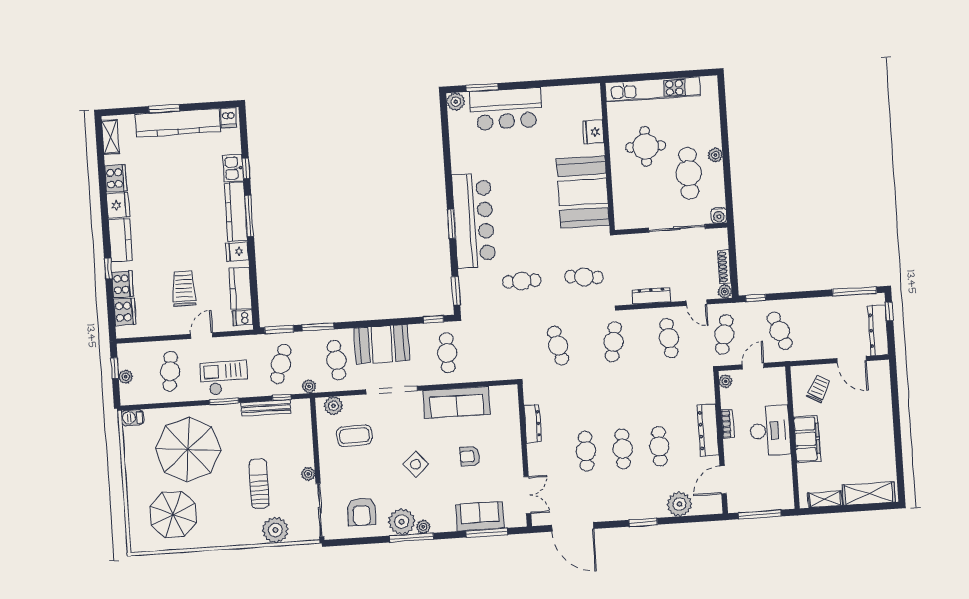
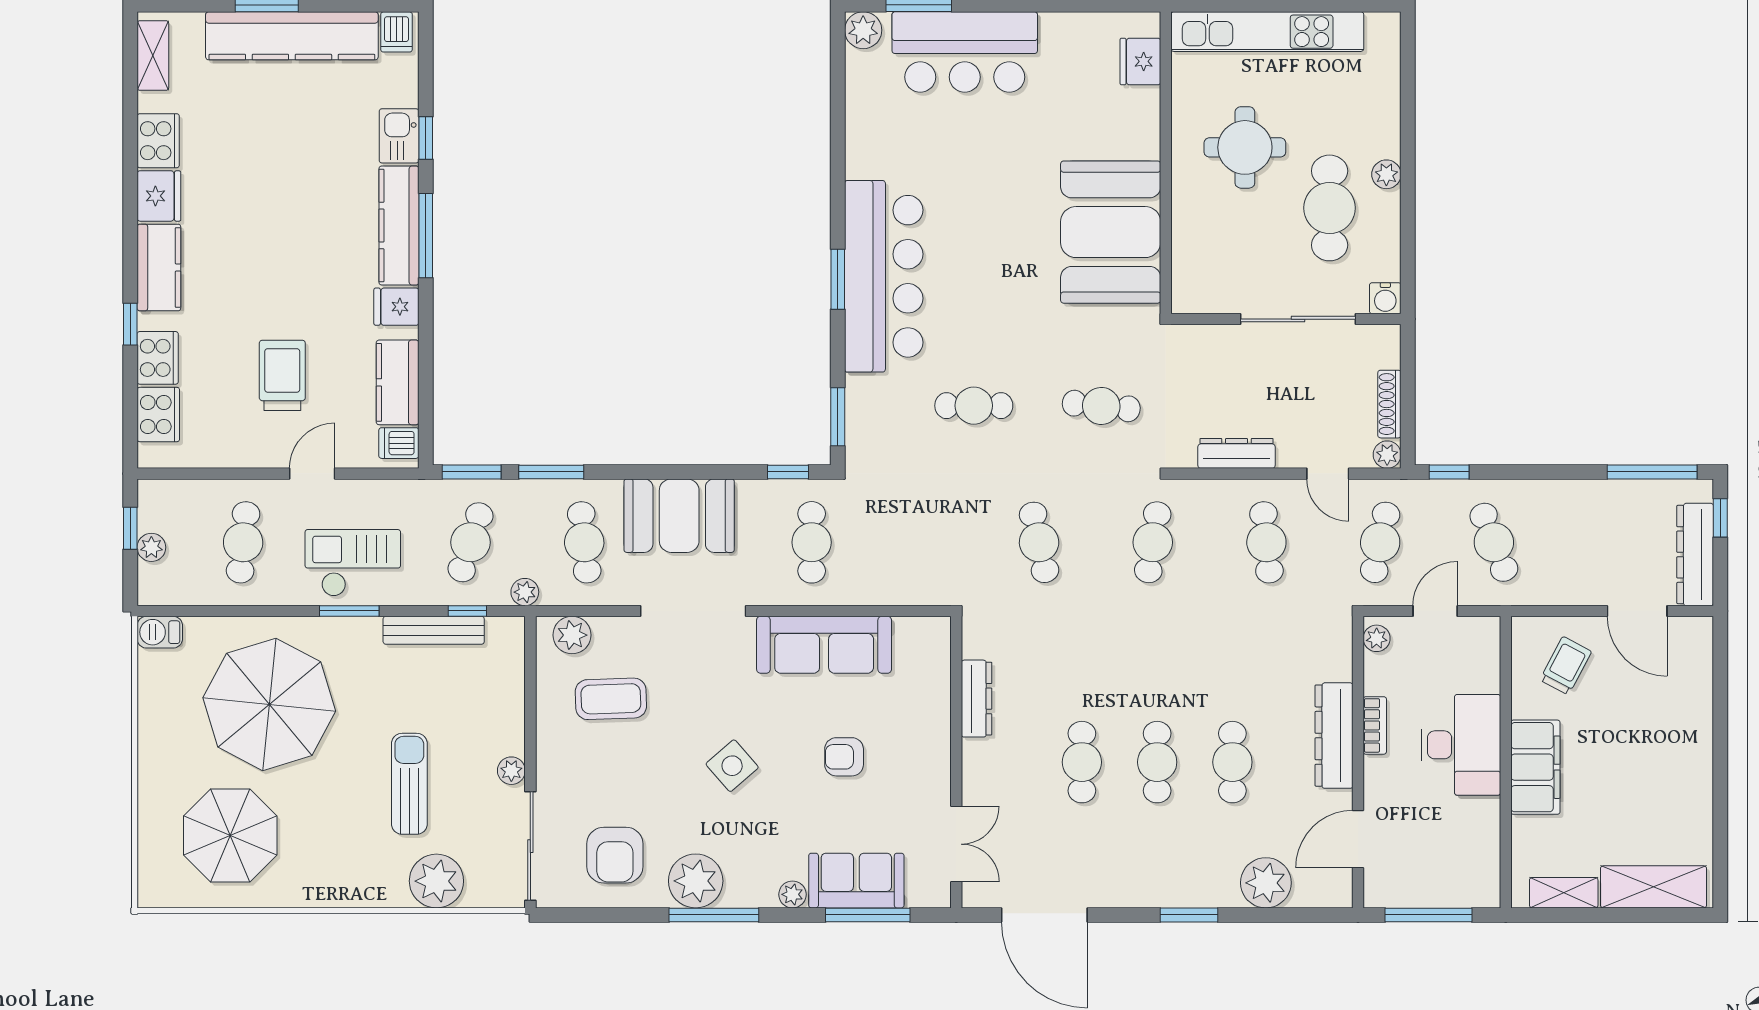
fridge: (593, 132) -> (1140, 61), moved
plant: (423, 527) -> (792, 894), moved

